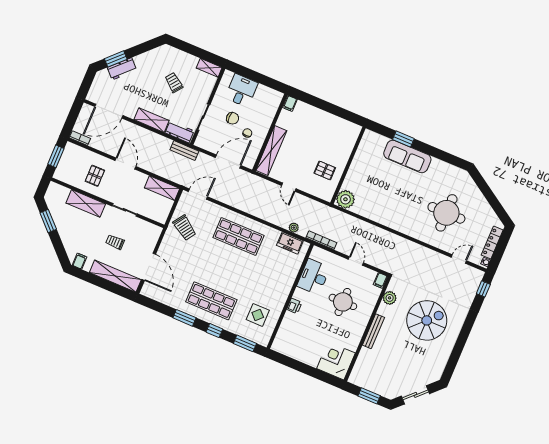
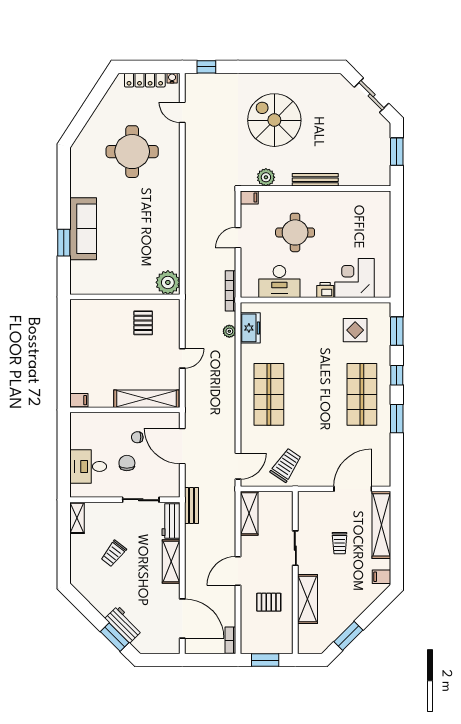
door: (198, 194) -> (238, 466), swing flipped
corner desk: (336, 361) -> (354, 278), moved, turned 90

